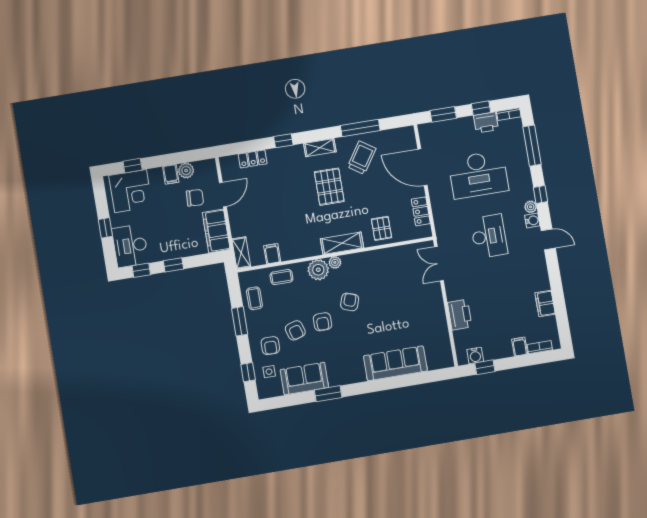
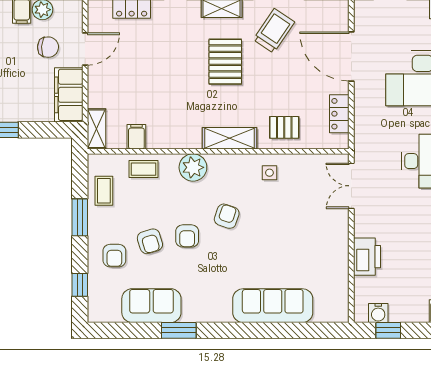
pallet: (381, 228) -> (284, 127), turned 90
plant: (335, 262) -> (216, 162), removed
side table: (269, 372) -> (269, 173), moved

